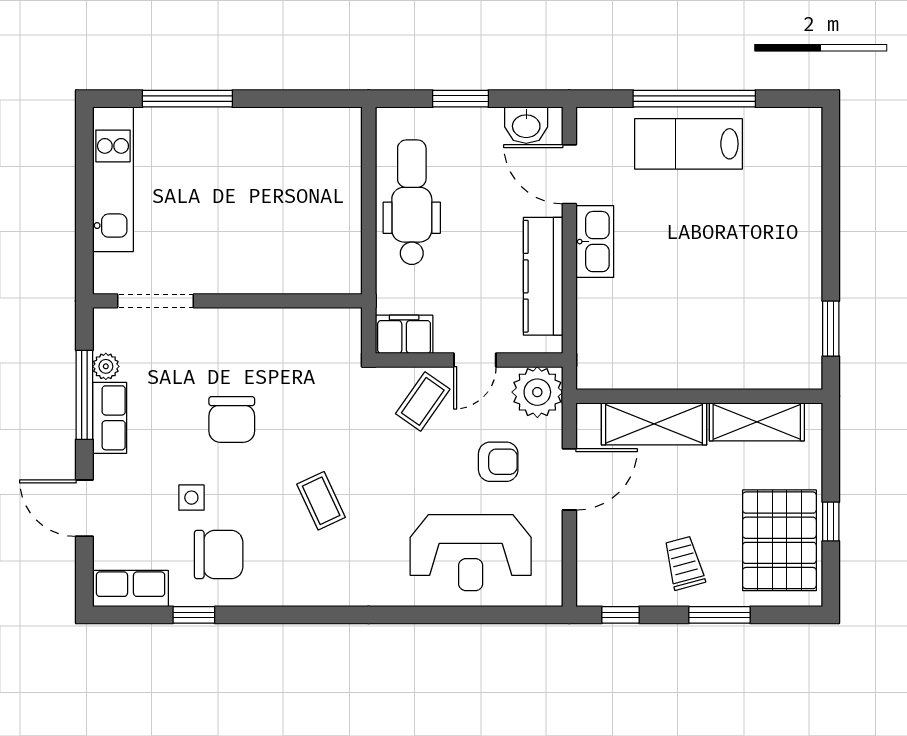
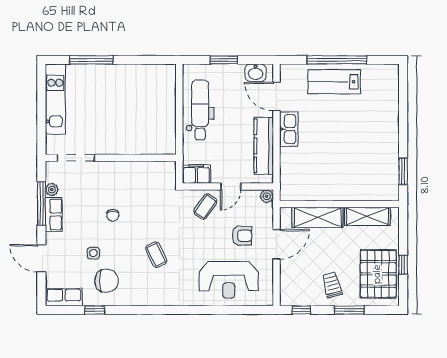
plant: (537, 392) -> (267, 196), width x0.53, depth x0.53
chair: (232, 419) -> (113, 215), width x0.54, depth x0.54

